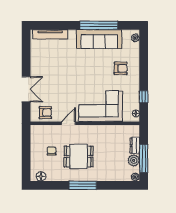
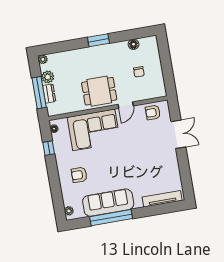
double door: (26, 89) -> (178, 134), swing flipped
dining table: (79, 156) -> (99, 91), moved
window: (144, 158) -> (39, 93), moved
floor lamp: (41, 176) -> (133, 44), moved
window: (83, 185) -> (98, 40), width x0.69

